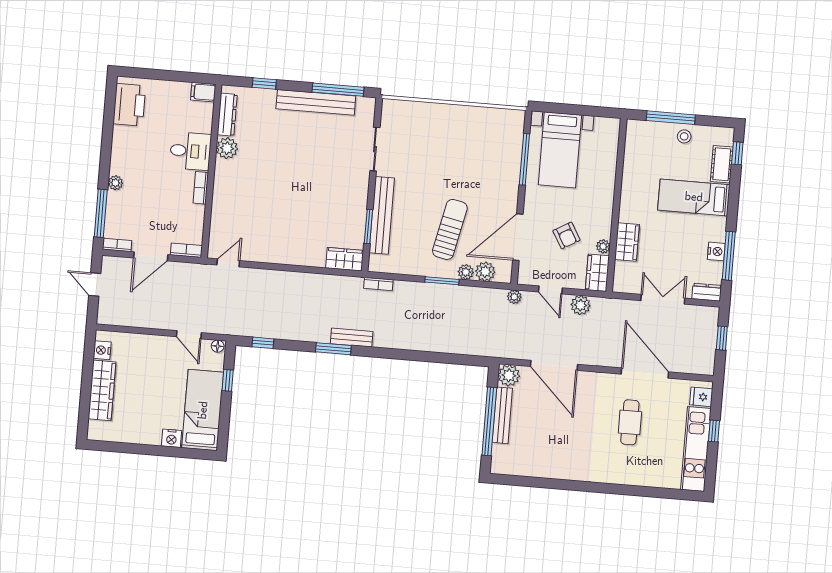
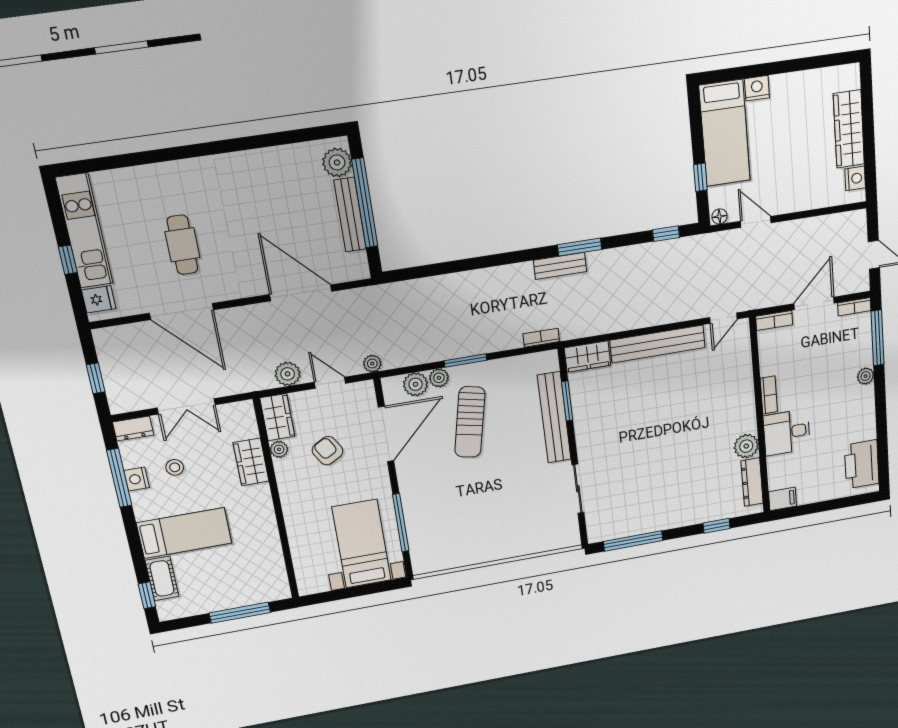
bench: (316, 102) -> (658, 344), moved
stool: (684, 136) -> (175, 467), moved
plant: (509, 375) -> (337, 162), moved

